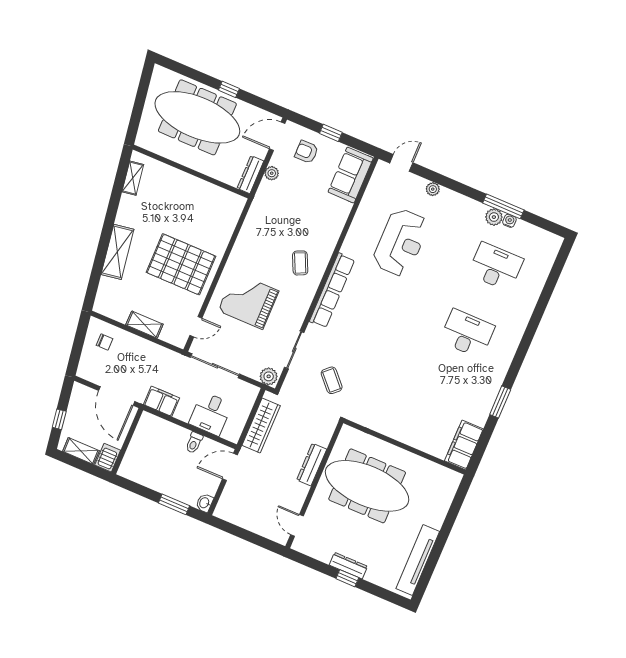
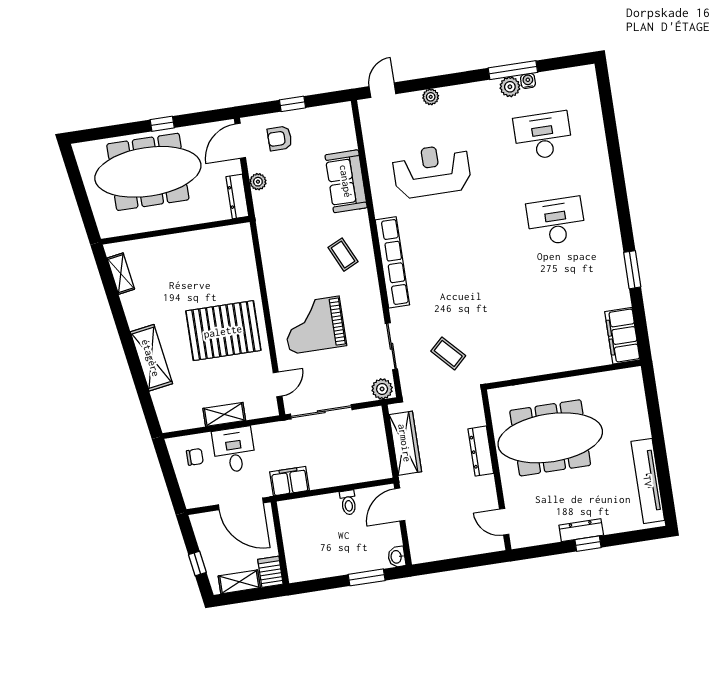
sofa: (351, 175) -> (346, 181), moved
reception desk: (401, 242) -> (432, 171), turned -90
desk: (211, 414) -> (234, 450), moved, turned 180

